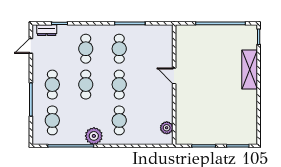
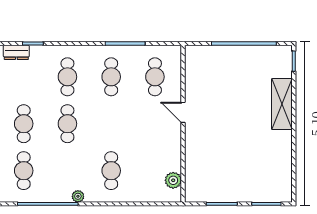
cafe table: (119, 85) -> (155, 77), moved
plant: (94, 136) -> (78, 196), width x0.53, depth x0.53

